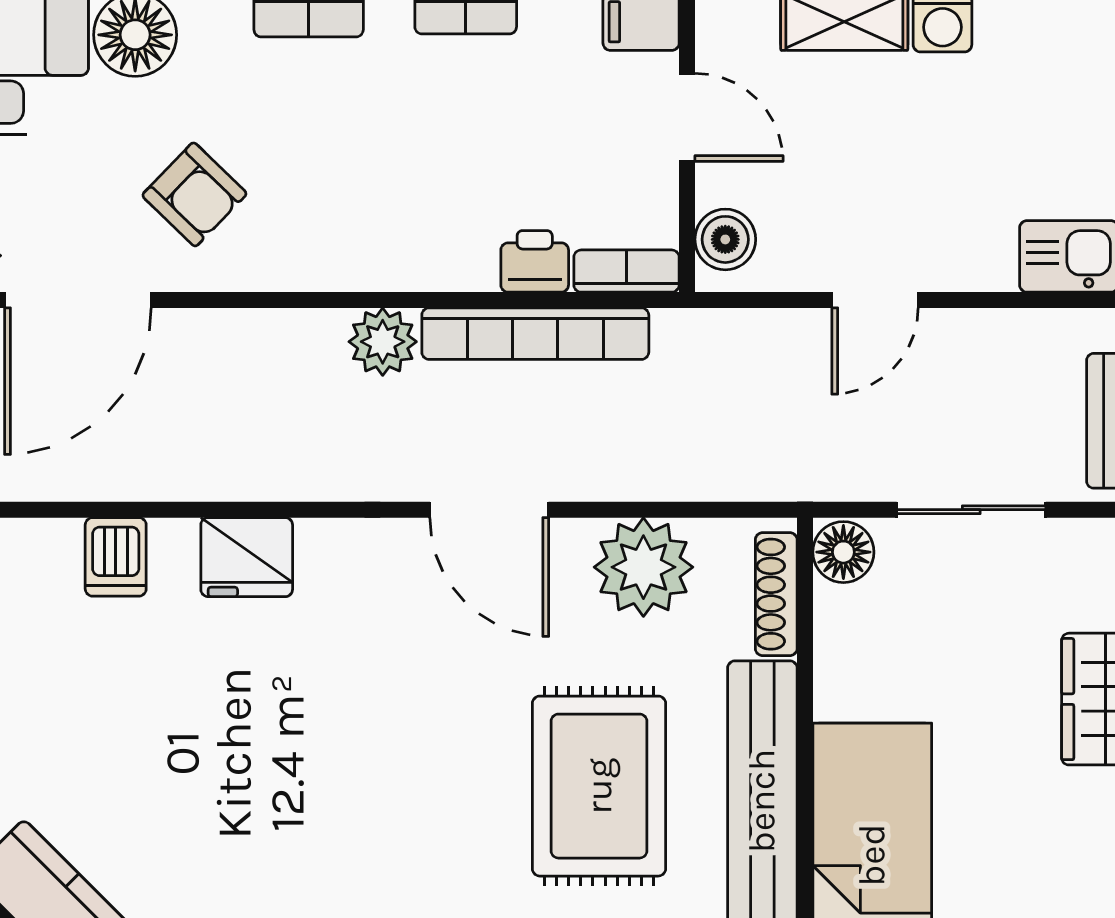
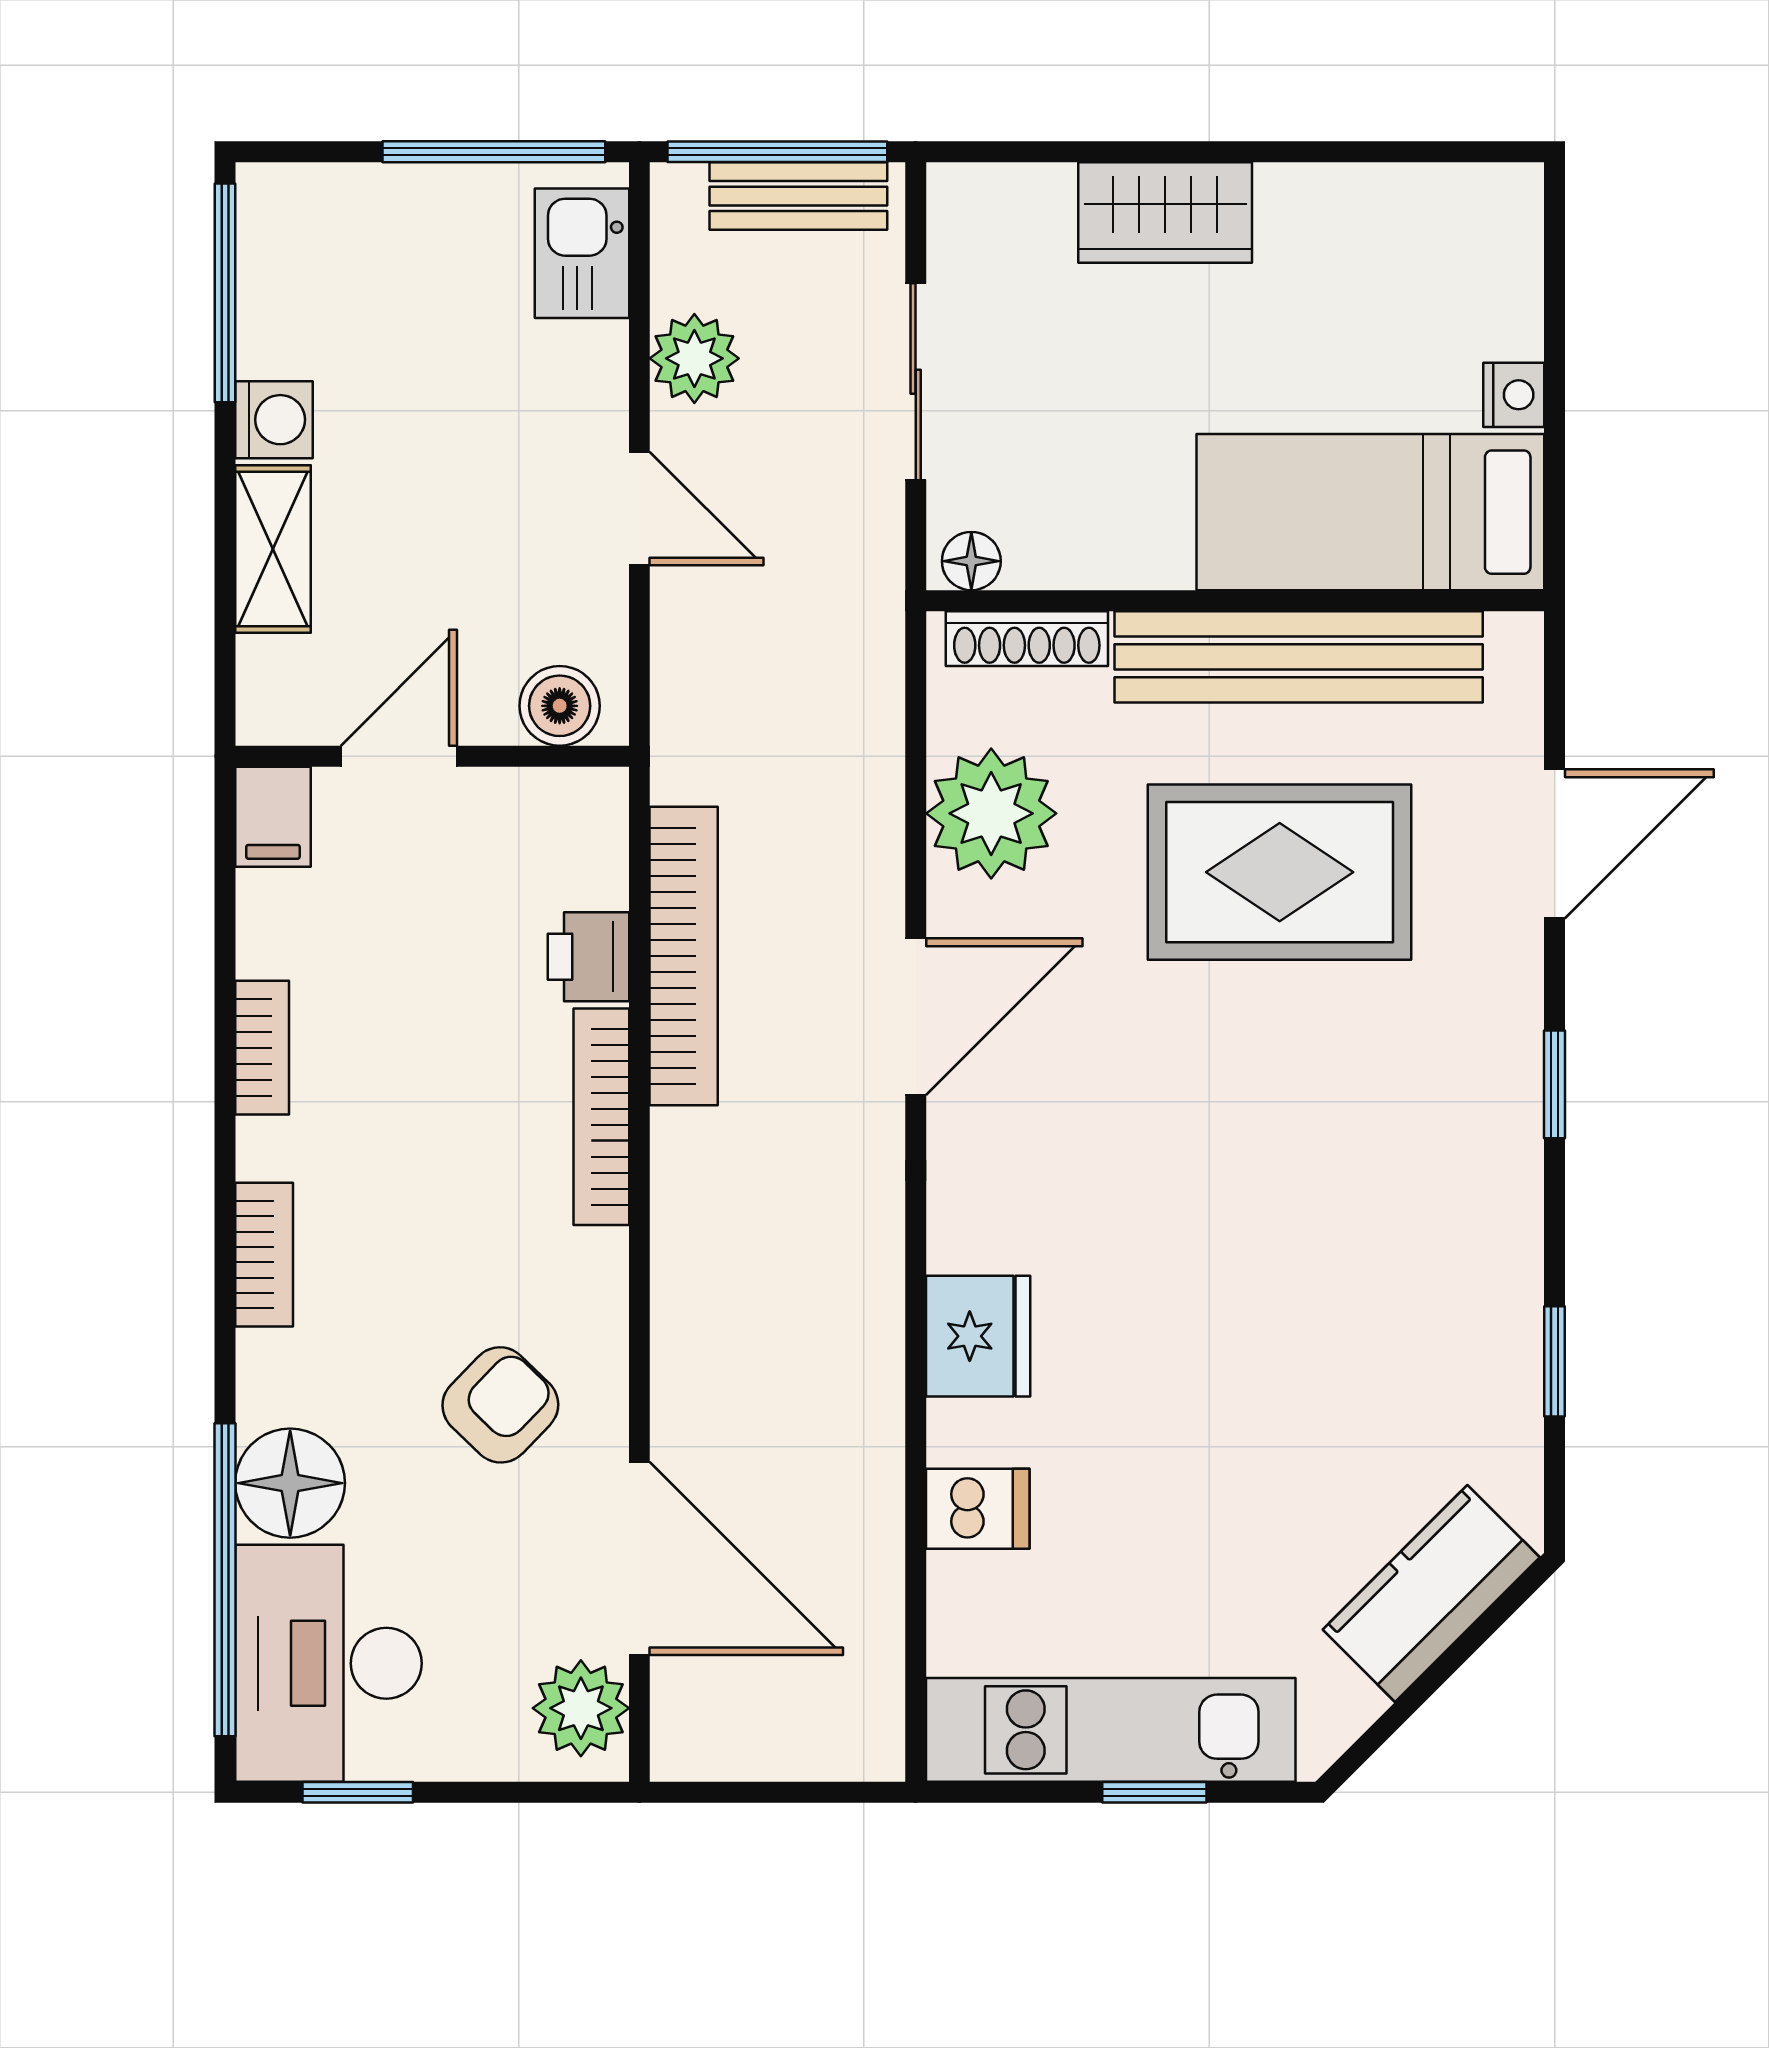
bookcase: (626, 271) -> (601, 1117), moved, width x1.56
plant: (383, 342) -> (694, 358), moved
floor lamp: (843, 552) -> (971, 561), width x0.73, depth x0.73

